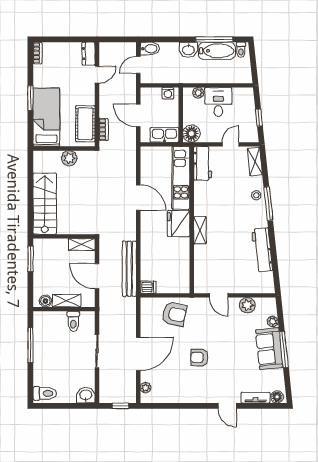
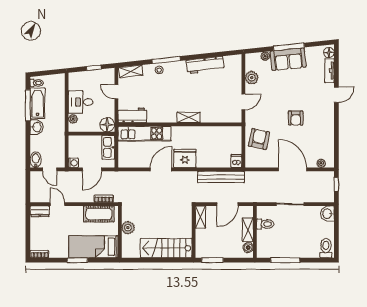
washing machine: (168, 93) -> (73, 163), moved
fridge: (179, 224) -> (185, 158), moved, turned 180

